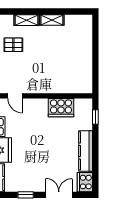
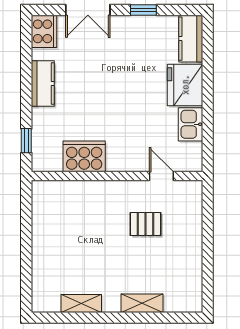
shelving: (52, 20) -> (81, 303), moved
pallet: (13, 45) -> (145, 224), moved
kitchen counter: (86, 151) -> (43, 84), width x0.67

